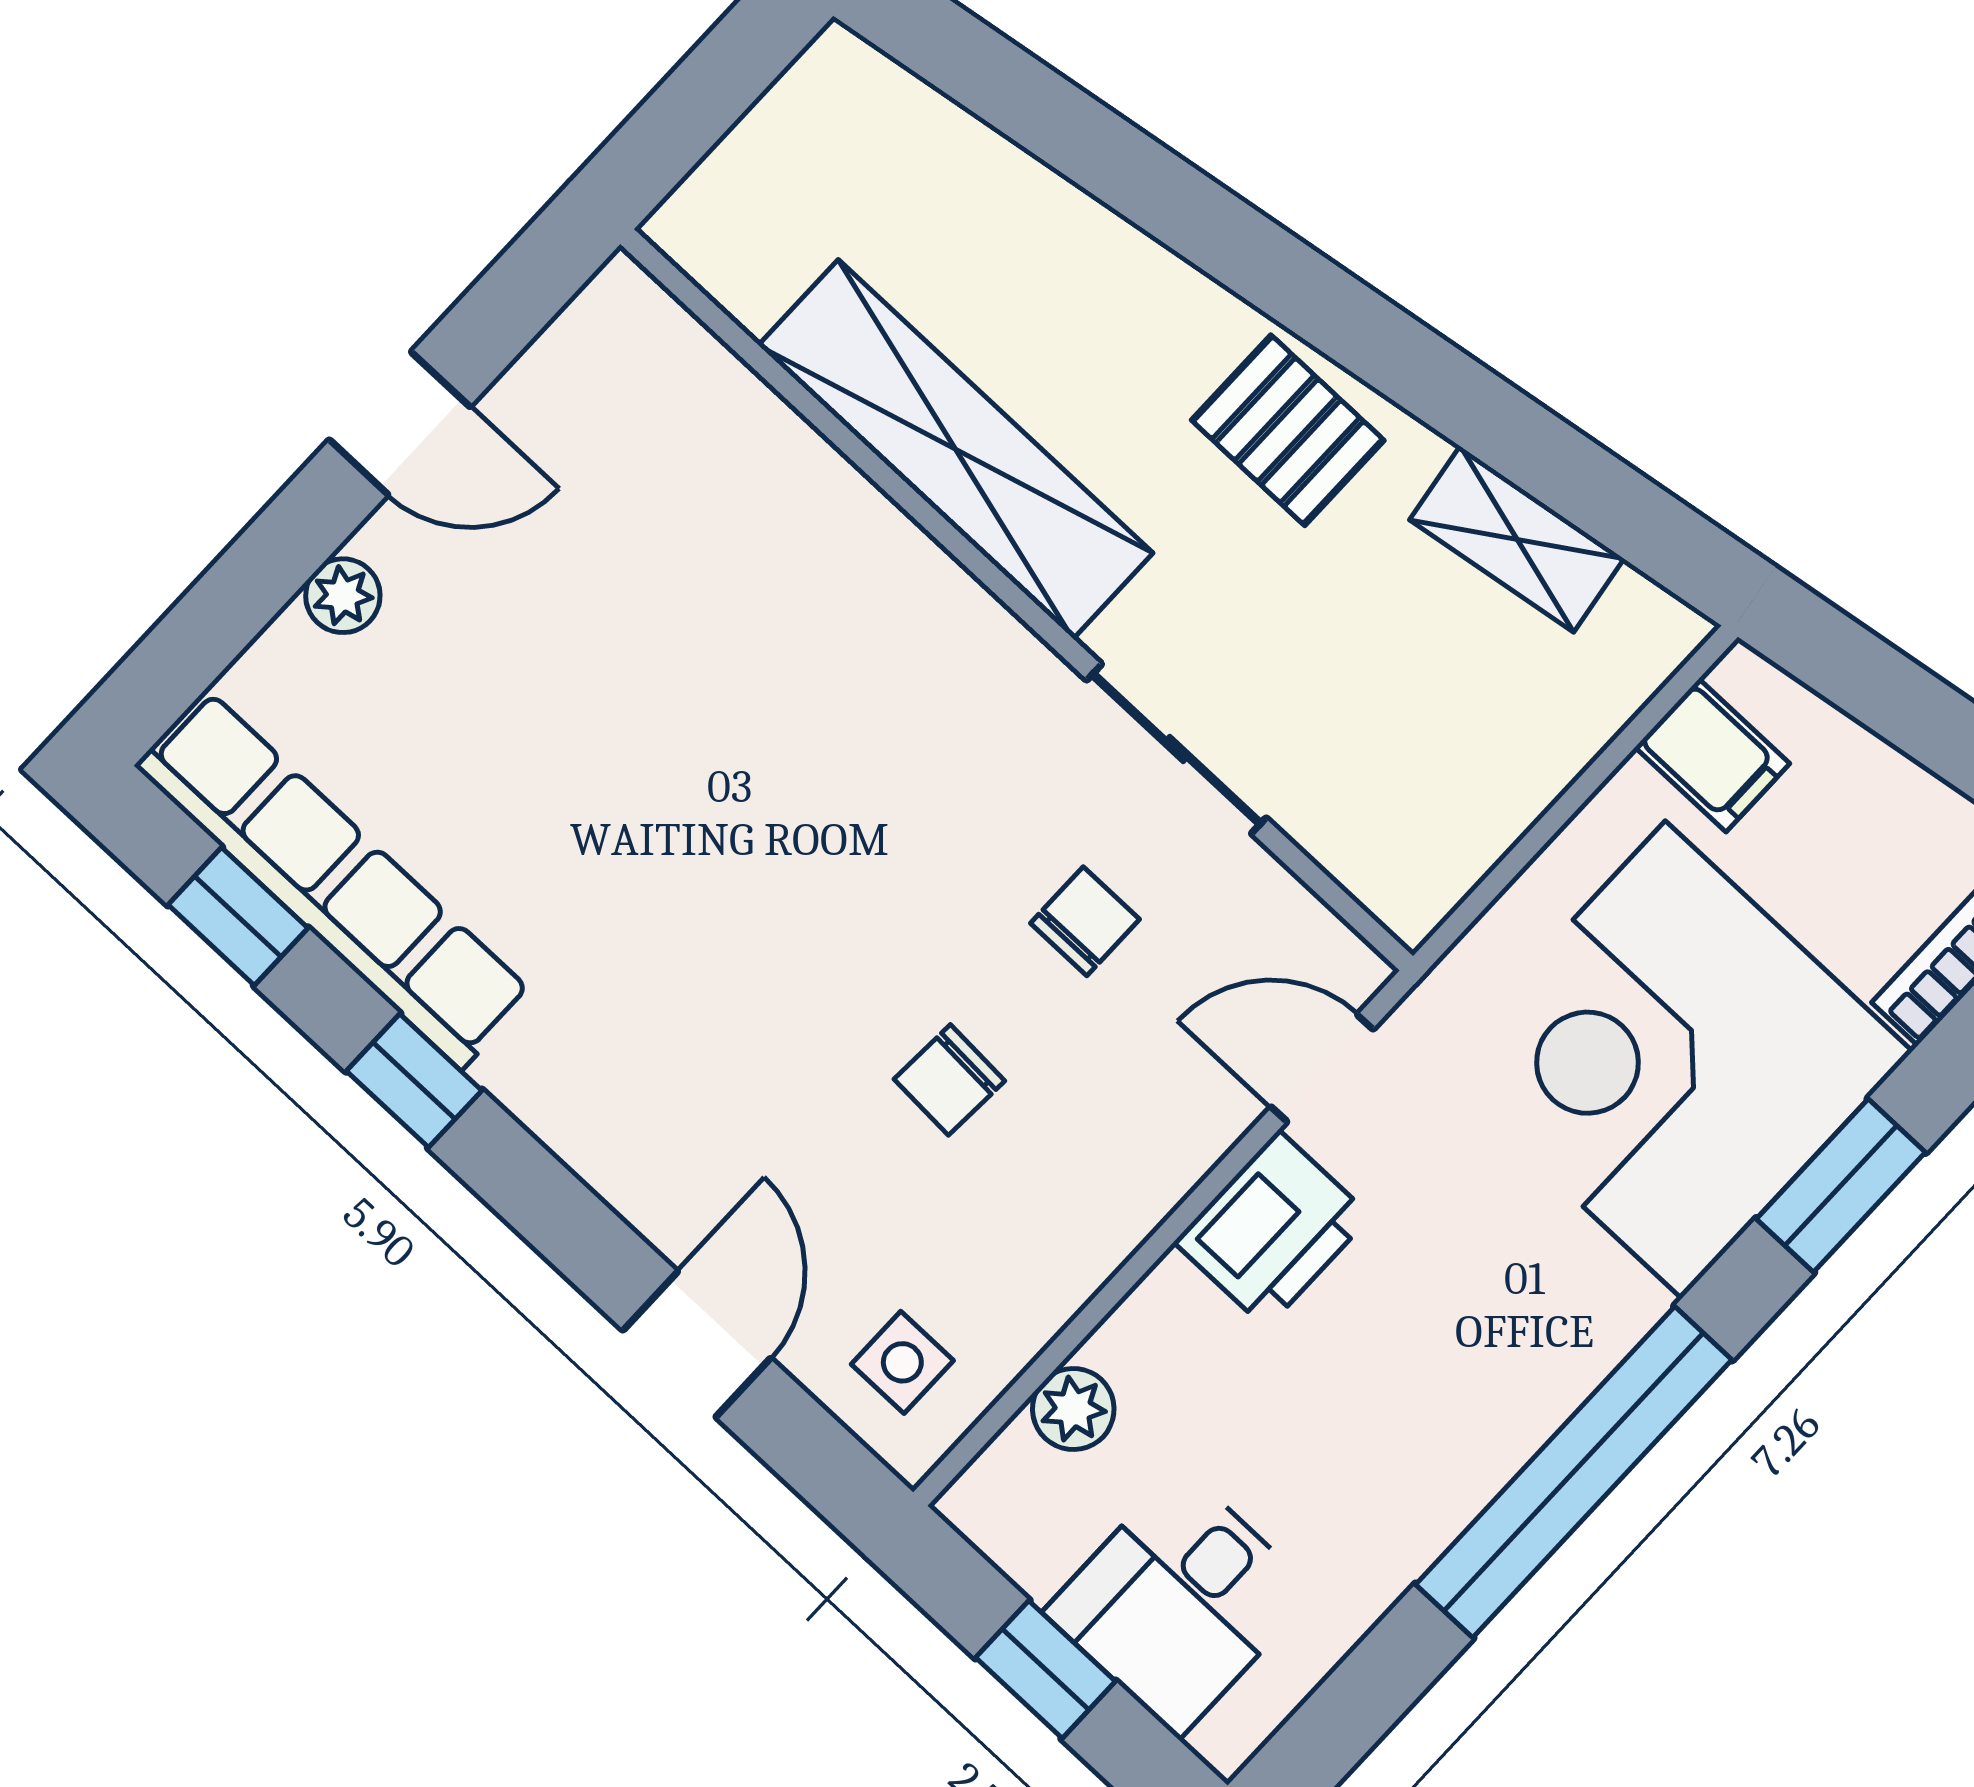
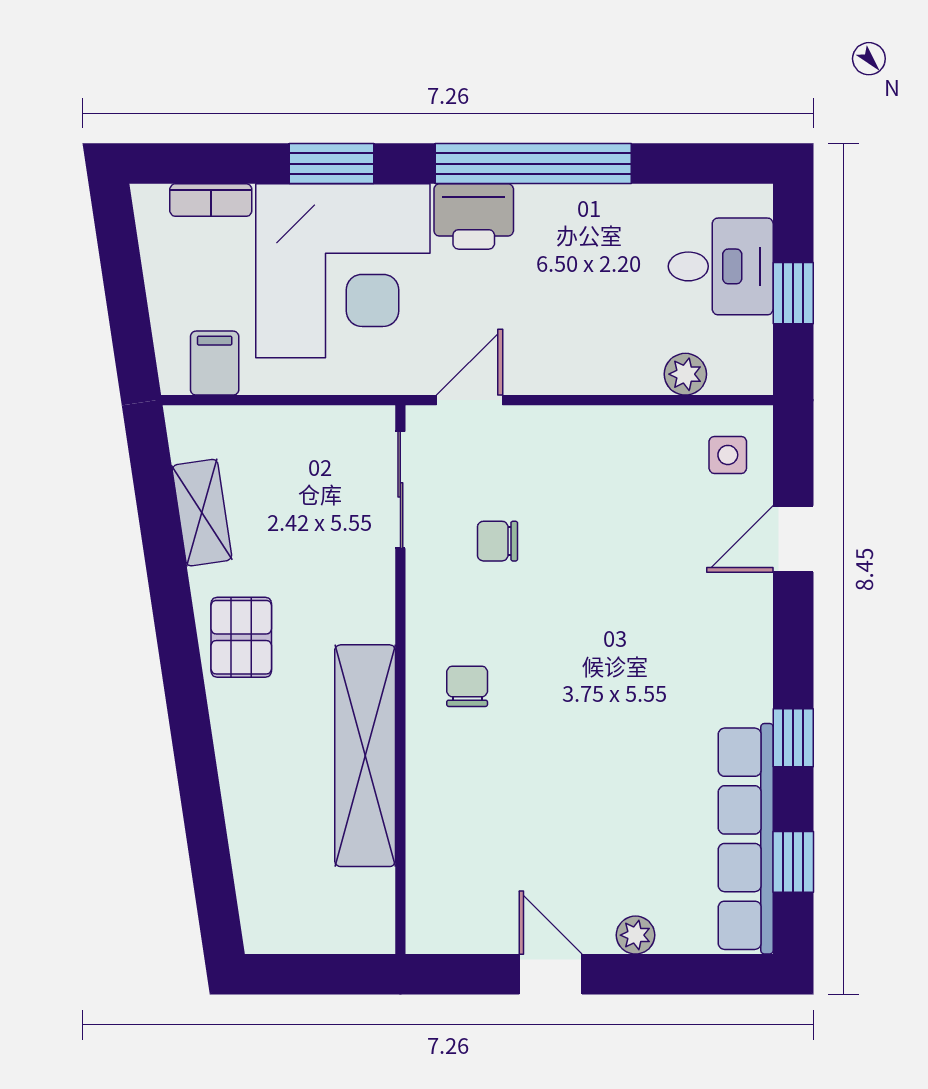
sliding door: (1176, 749) -> (400, 490), moved
door: (1322, 1068) -> (469, 400), swing flipped
chair: (949, 1080) -> (467, 686), moved, turned -93
printer: (1272, 1229) -> (474, 216), moved, turned 180

